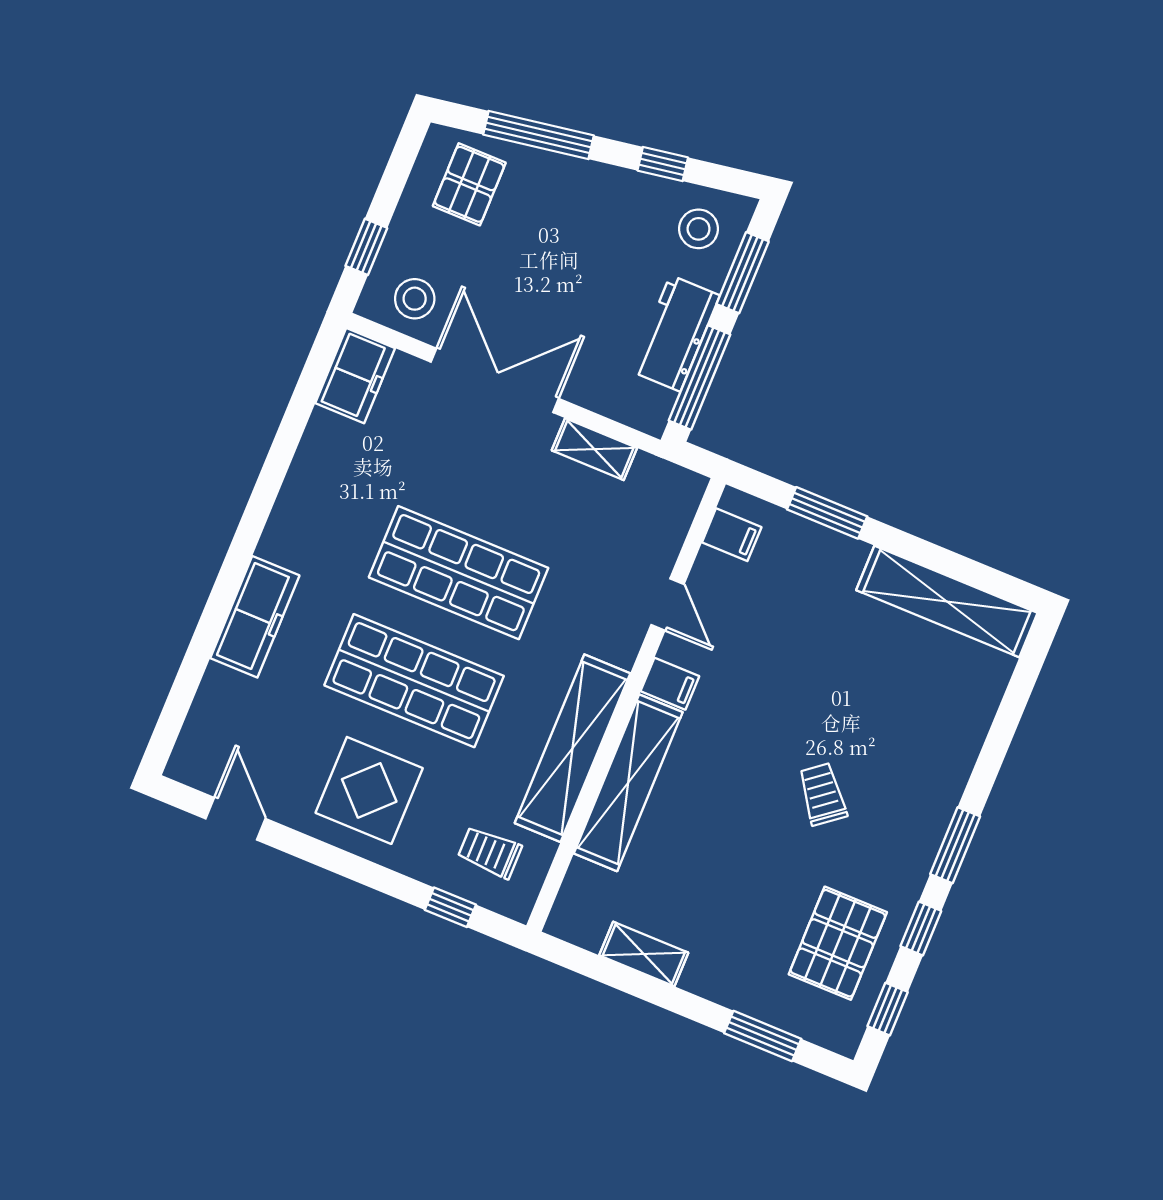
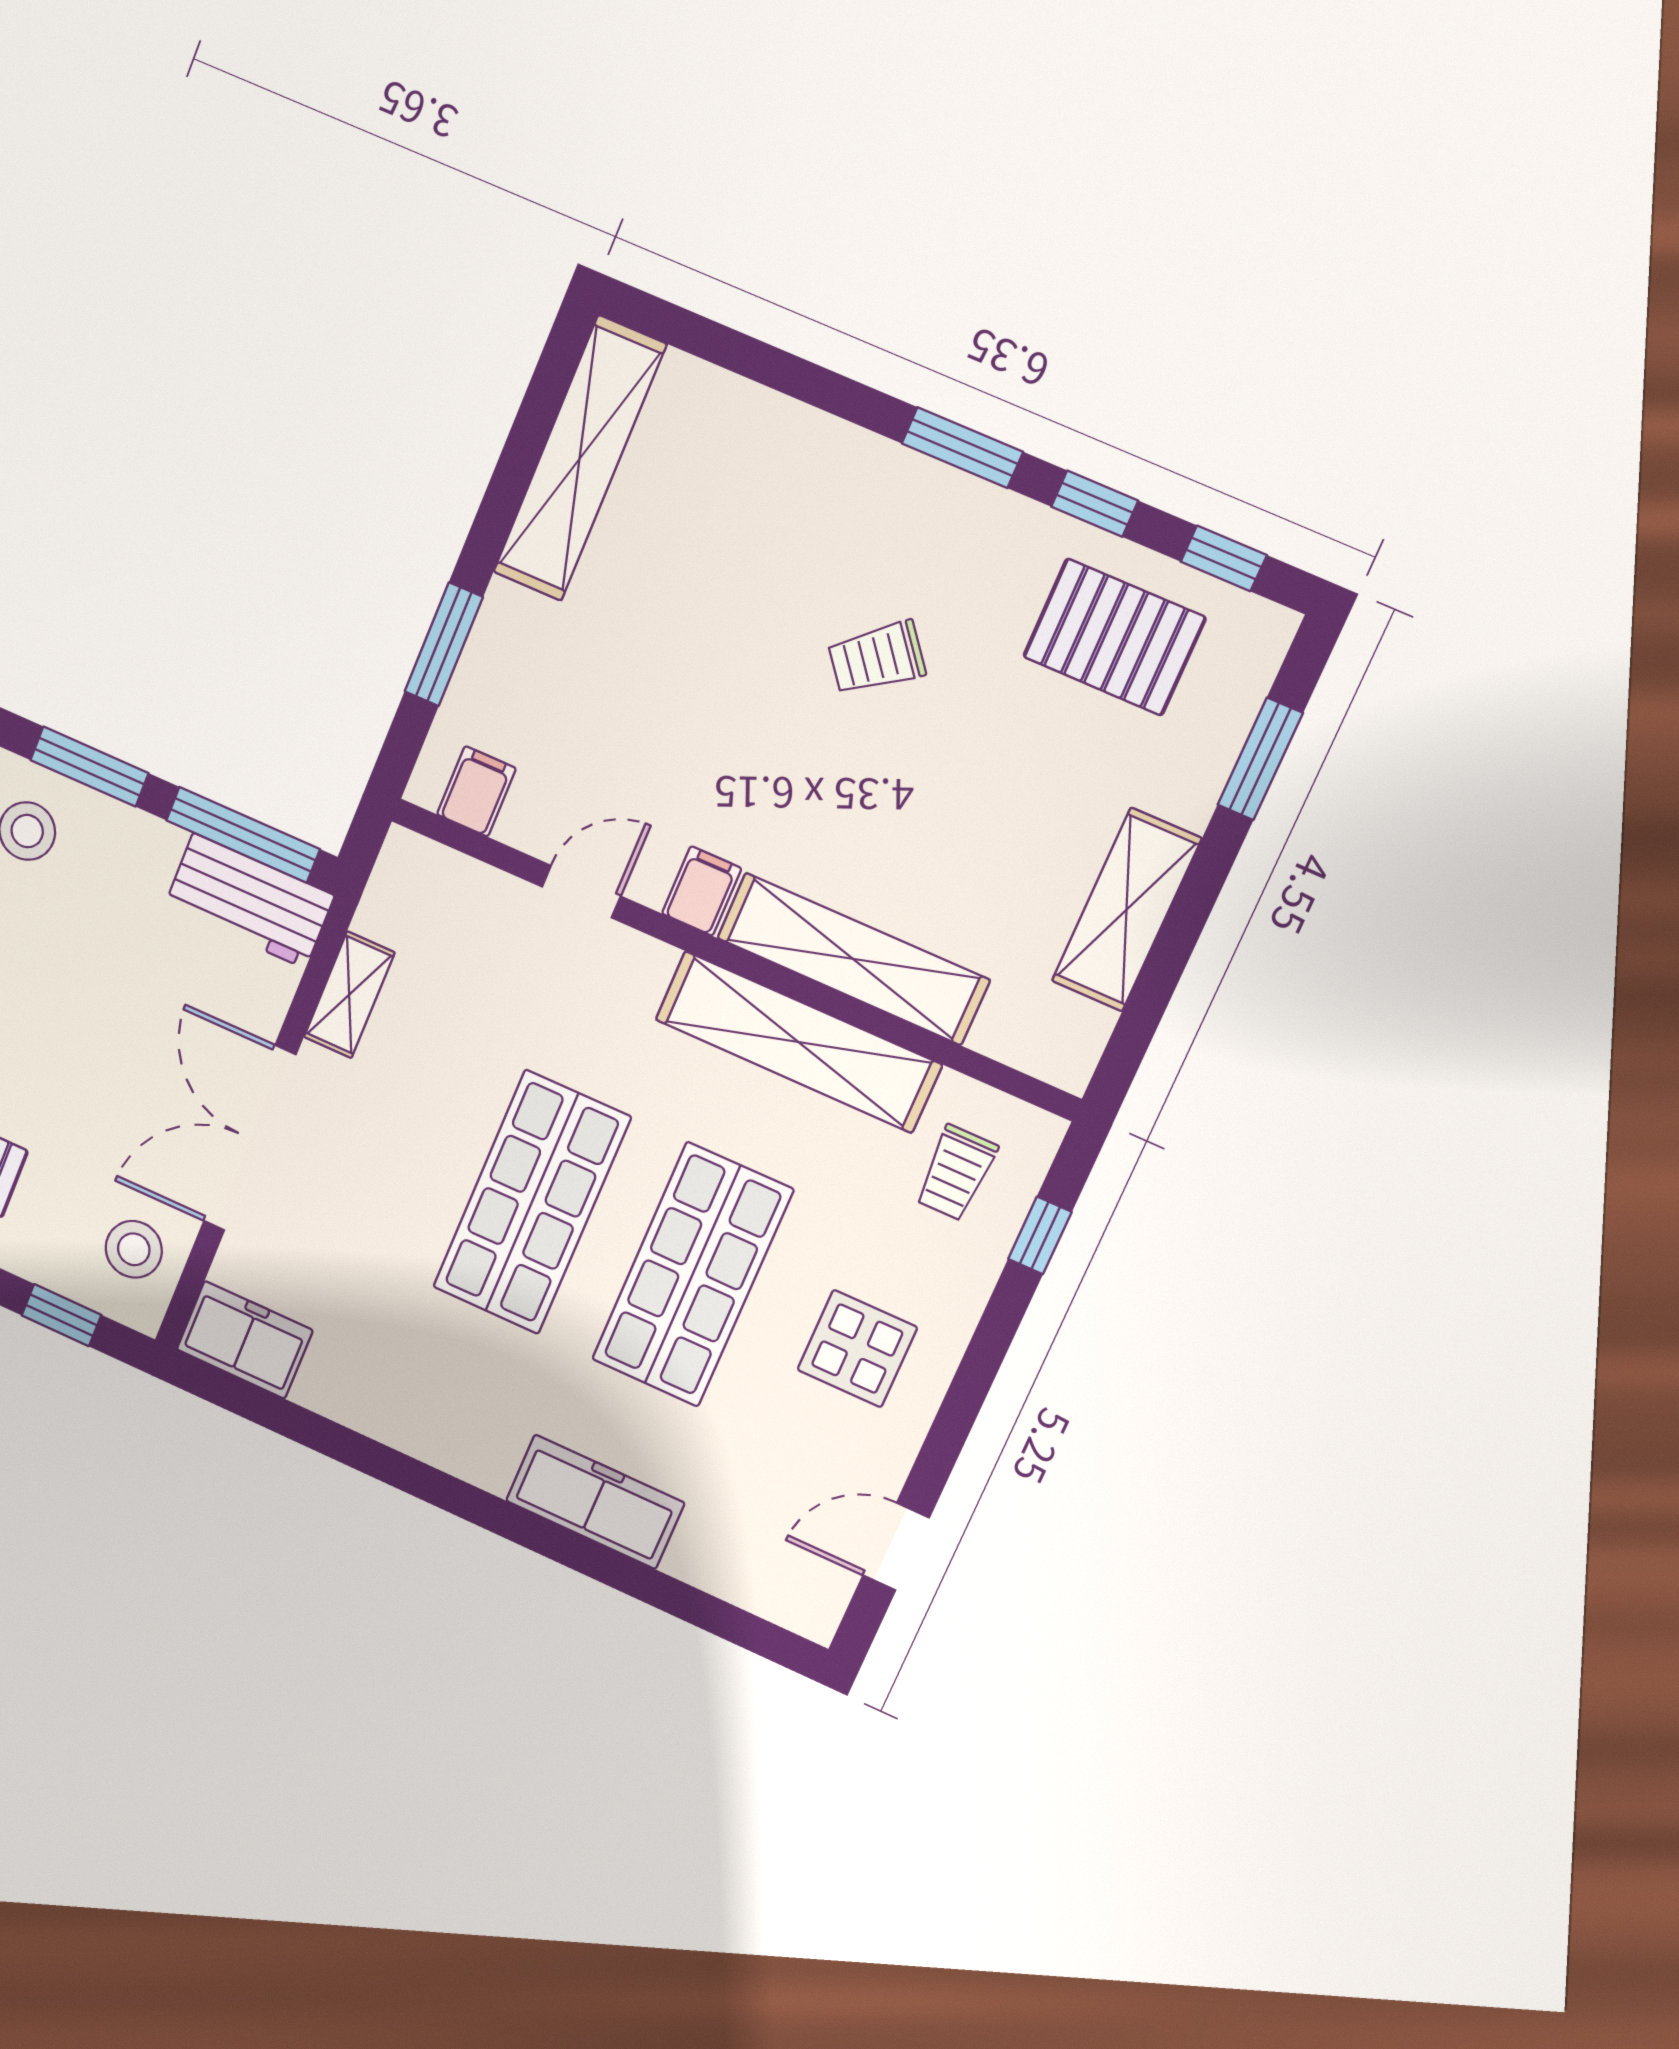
workbench: (675, 333) -> (249, 901), moved
display table: (369, 790) -> (857, 1349), width x0.73, depth x0.73
shelving: (644, 954) -> (1127, 910), width x1.50, depth x1.33

